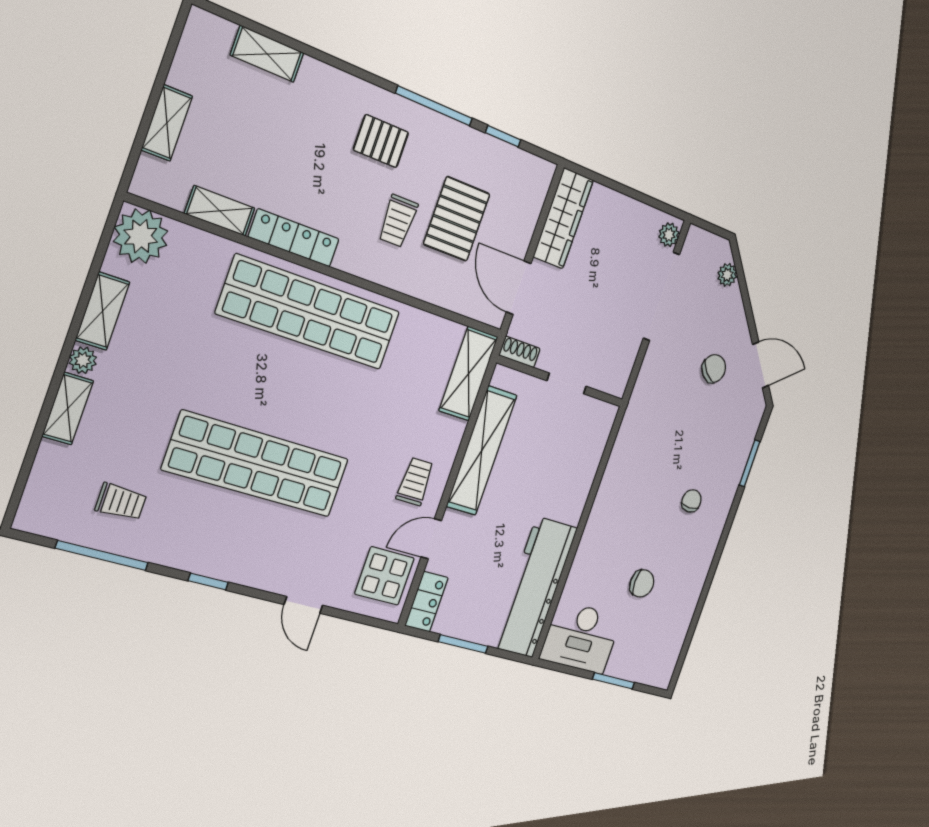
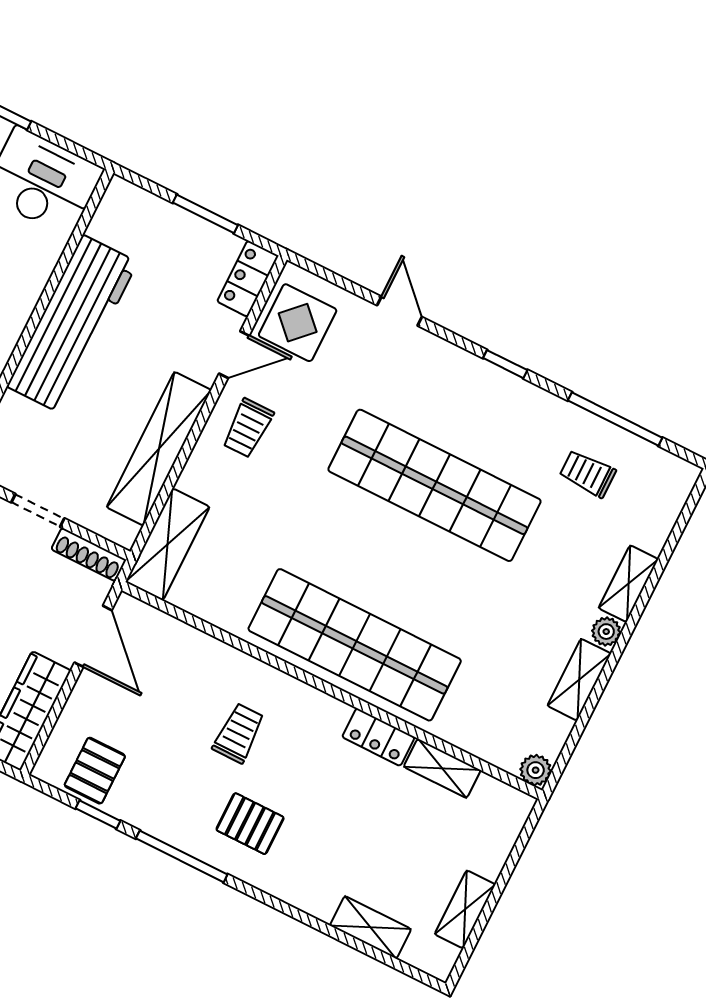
shelving: (167, 123) -> (465, 909), moved
pallet: (457, 219) -> (95, 771), moved, width x0.67, depth x0.71
plant: (141, 236) -> (536, 770), width x0.53, depth x0.53
locker: (294, 238) -> (378, 737), width x0.66
shoe rack: (520, 352) -> (89, 555), width x1.43
workbench: (535, 587) -> (72, 324), moved

